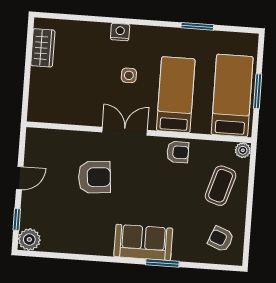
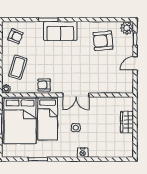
wardrobe: (43, 48) -> (127, 122), moved
bed: (232, 96) -> (20, 120), width x1.50
armchair: (94, 177) -> (103, 41), moved

